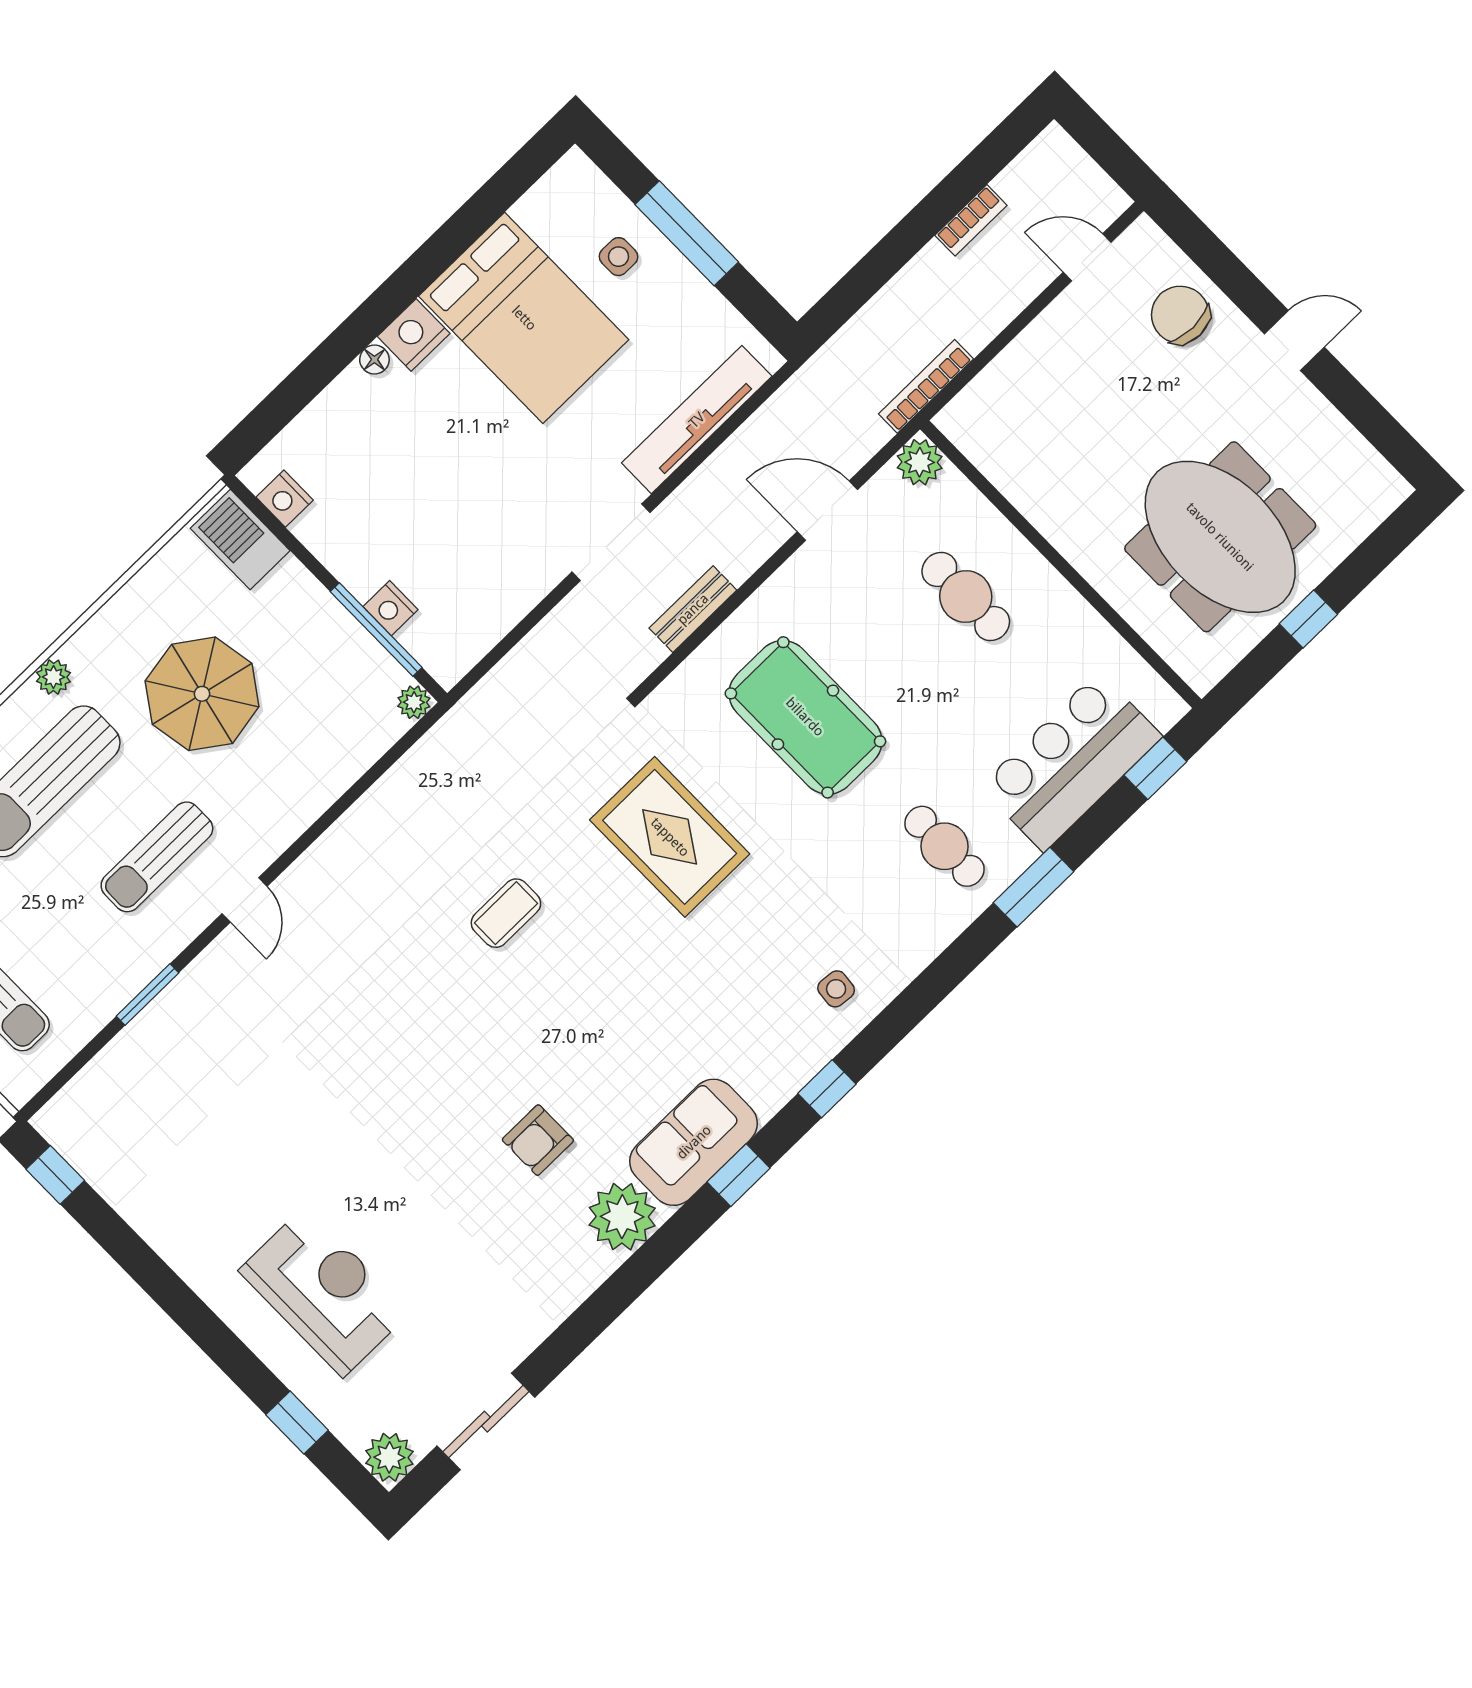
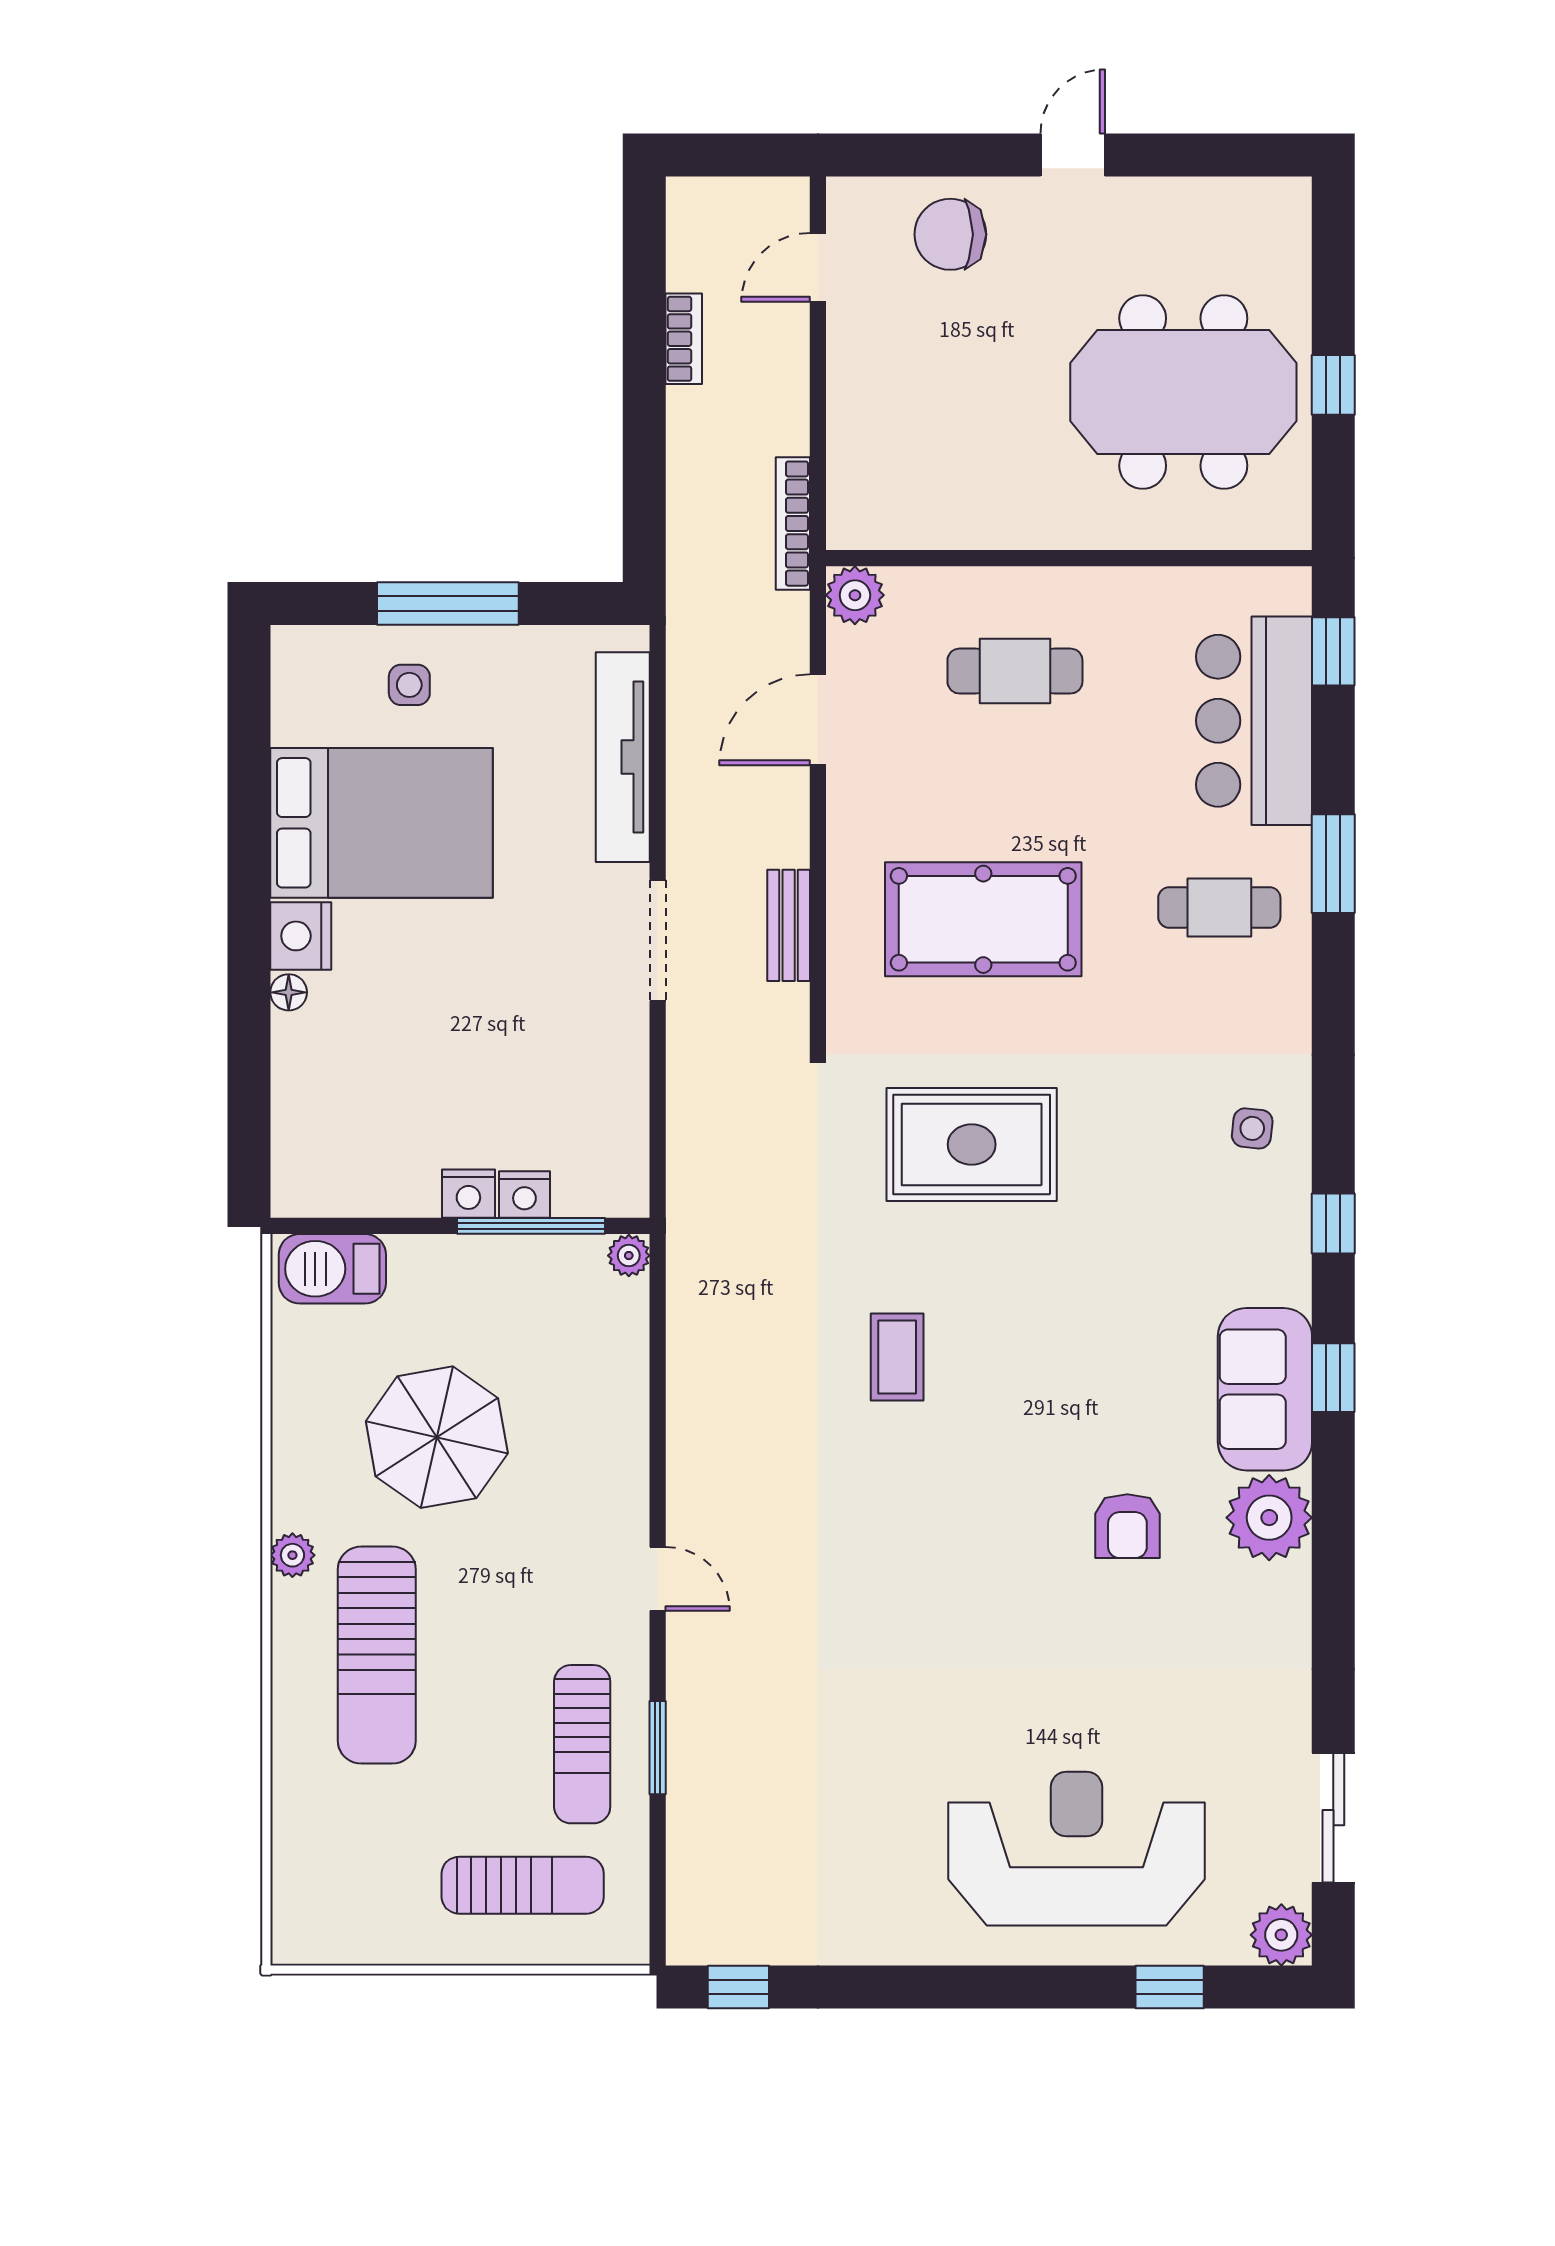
nightstand: (285, 499) -> (468, 1194), moved
sun lounger: (157, 857) -> (582, 1744), moved
reception desk: (324, 1292) -> (1076, 1849), width x1.36, depth x1.30

